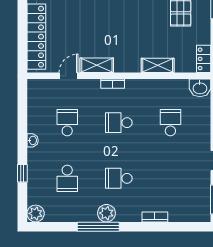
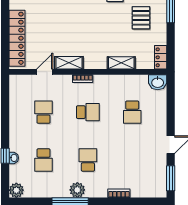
school desk: (119, 123) -> (88, 112), turned 180
school desk: (170, 123) -> (132, 112), turned 180
washbasin: (33, 140) -> (14, 158), moved
school desk: (119, 178) -> (88, 160), turned 90

